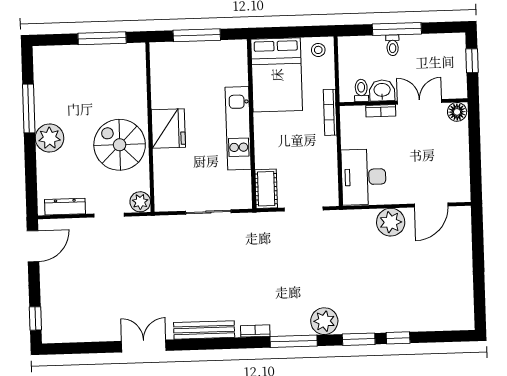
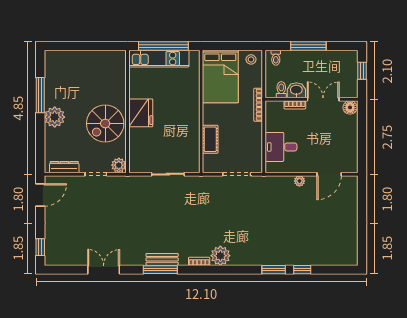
window: (197, 35) -> (163, 46), width x1.46
window: (102, 38) -> (95, 46), removed
toilet: (393, 45) -> (276, 58), moved
kitchen unit: (238, 128) -> (159, 59), moved, turned -90
spiral stairs: (120, 145) -> (105, 124), turned -90
desk: (364, 177) -> (281, 147), width x0.73
cot: (266, 189) -> (210, 139), moved
plant: (391, 222) -> (299, 181), width x0.53, depth x0.53
plant: (324, 321) -> (220, 256), moved
bench: (204, 330) -> (162, 259), width x0.73
window: (294, 341) -> (160, 270), moved
double door: (144, 346) -> (104, 270), moved

